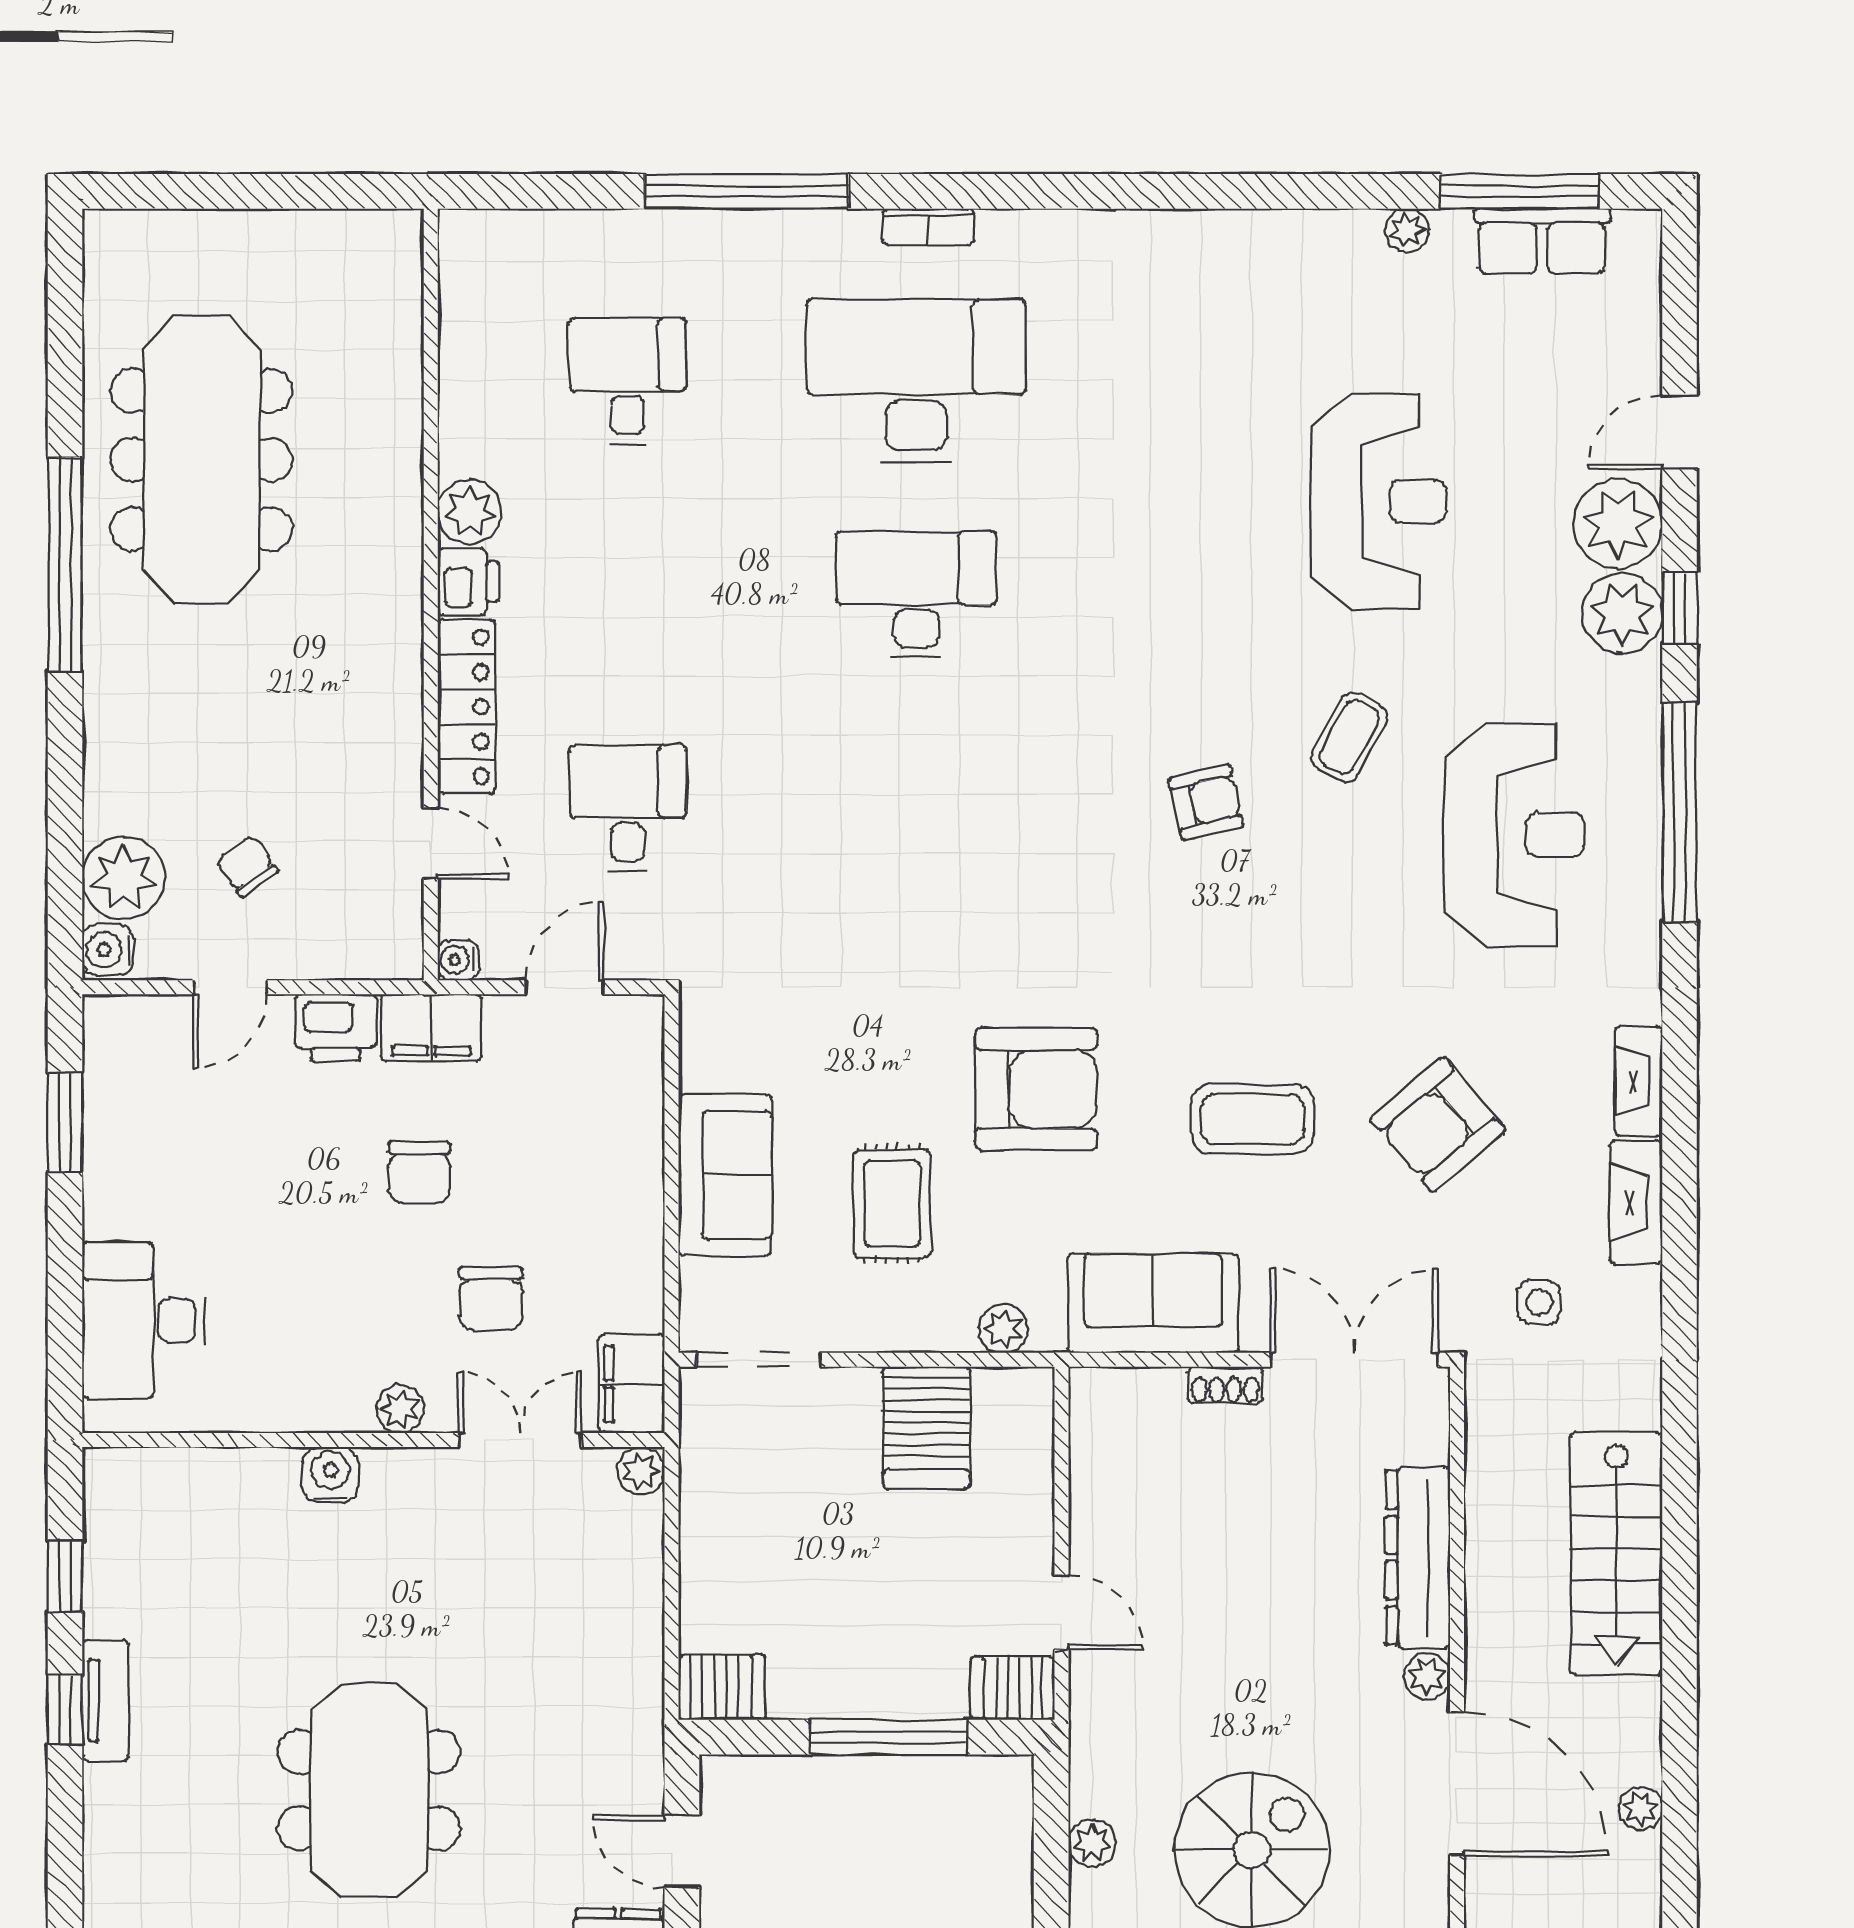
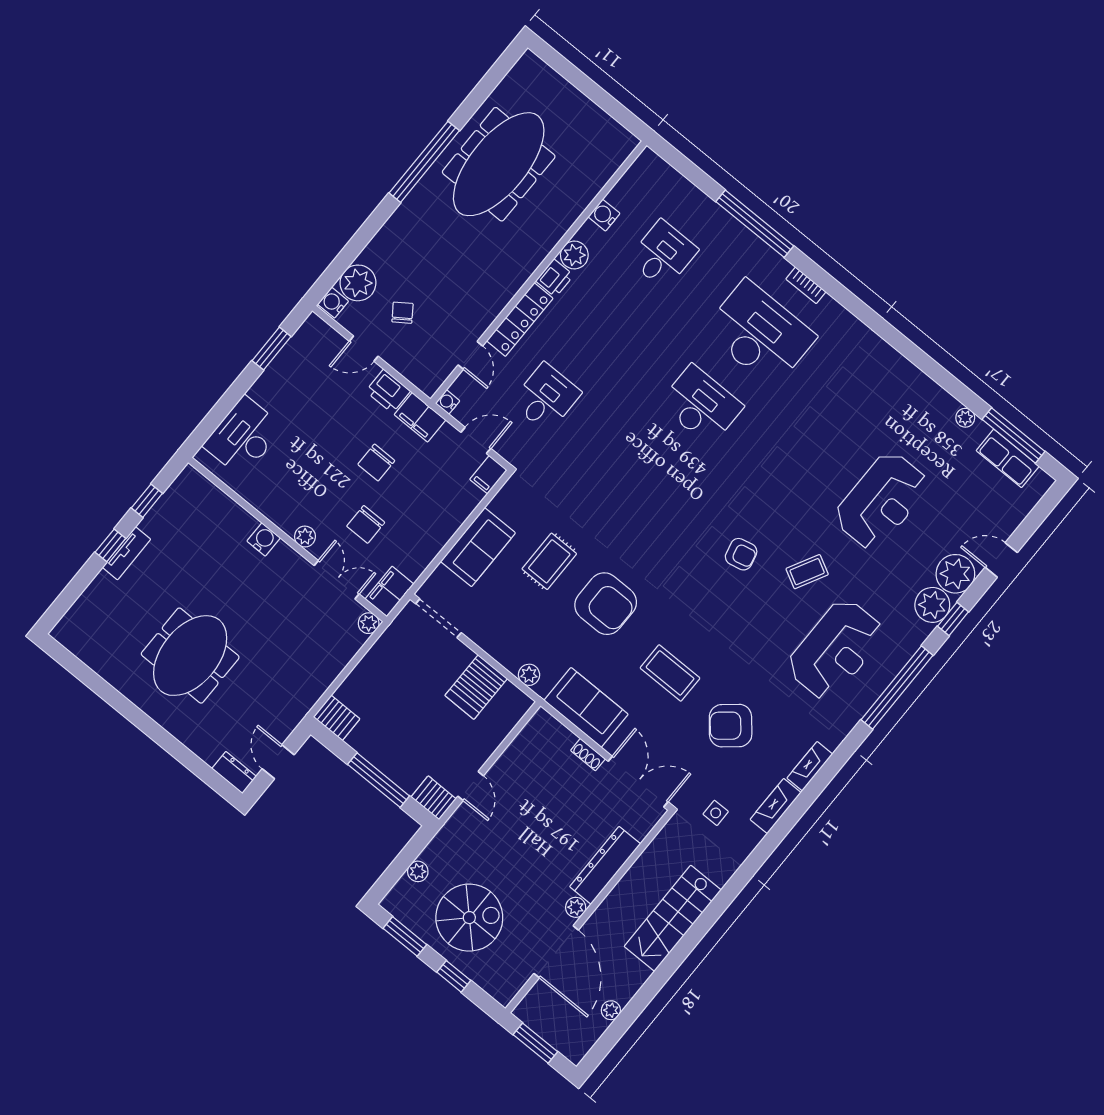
water cooler: (464, 397) -> (604, 215), added
filing cabinet: (638, 1030) -> (488, 475), added
rug: (892, 1204) -> (549, 561), moved

